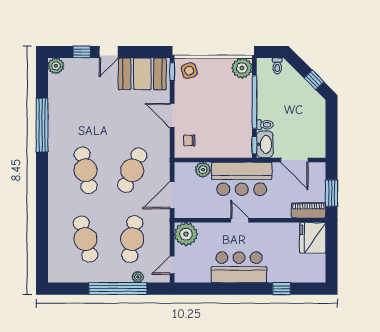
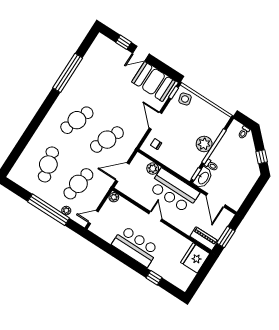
plant: (56, 66) -> (101, 41), removed
plant: (242, 68) -> (204, 144), moved
cafe table: (86, 170) -> (77, 120), turned 33
plant: (186, 234) -> (114, 197), width x0.53, depth x0.53

